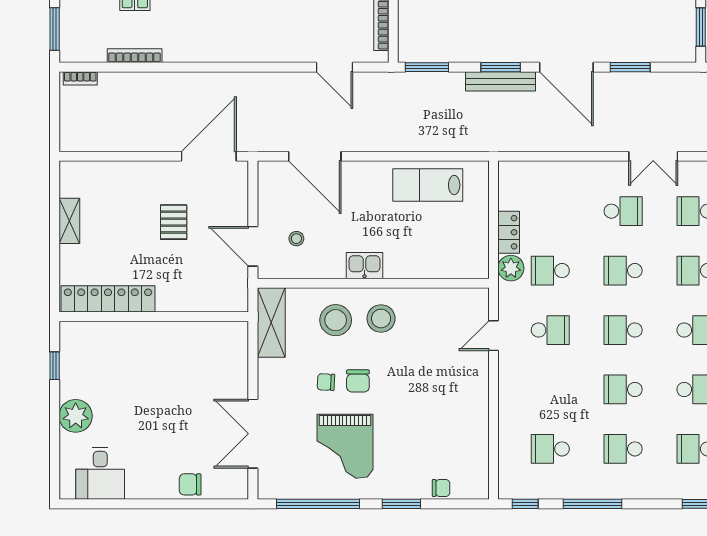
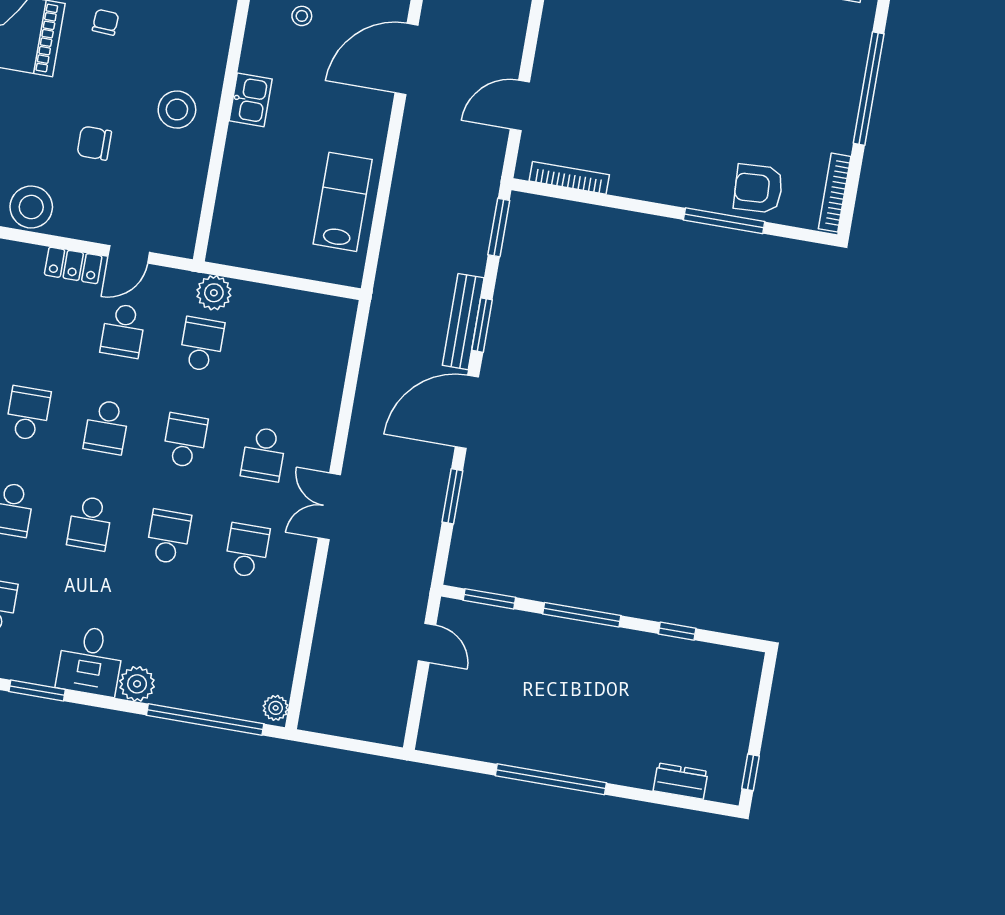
locker: (509, 232) -> (73, 265), moved
stool: (336, 320) -> (31, 207), moved
school desk: (623, 330) -> (106, 427), turned 180
door: (494, 336) -> (129, 254), swing flipped
chair: (358, 381) -> (94, 143), moved

